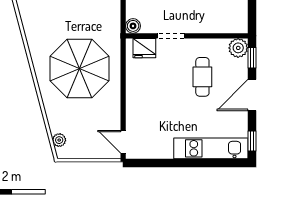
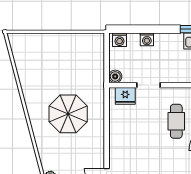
parasol: (80, 68) -> (68, 114), width x0.73, depth x0.73

